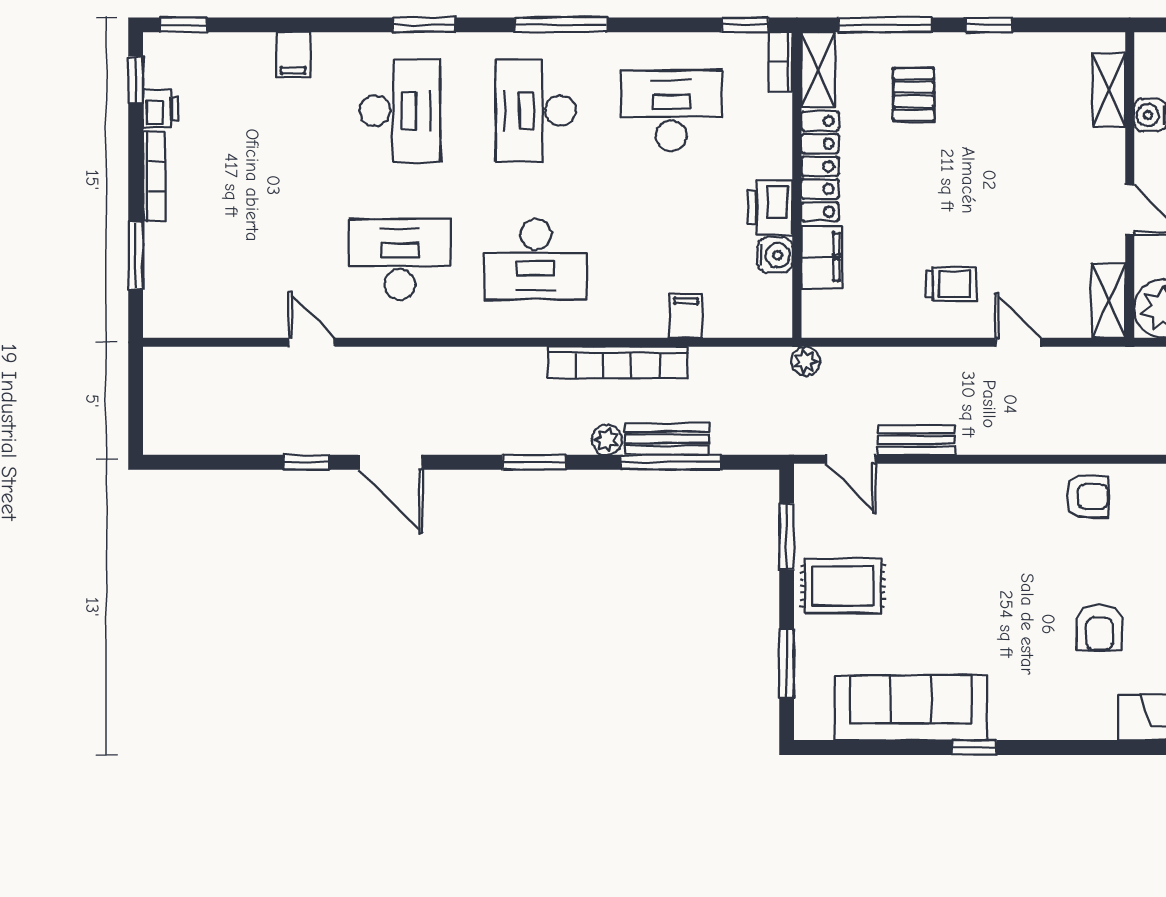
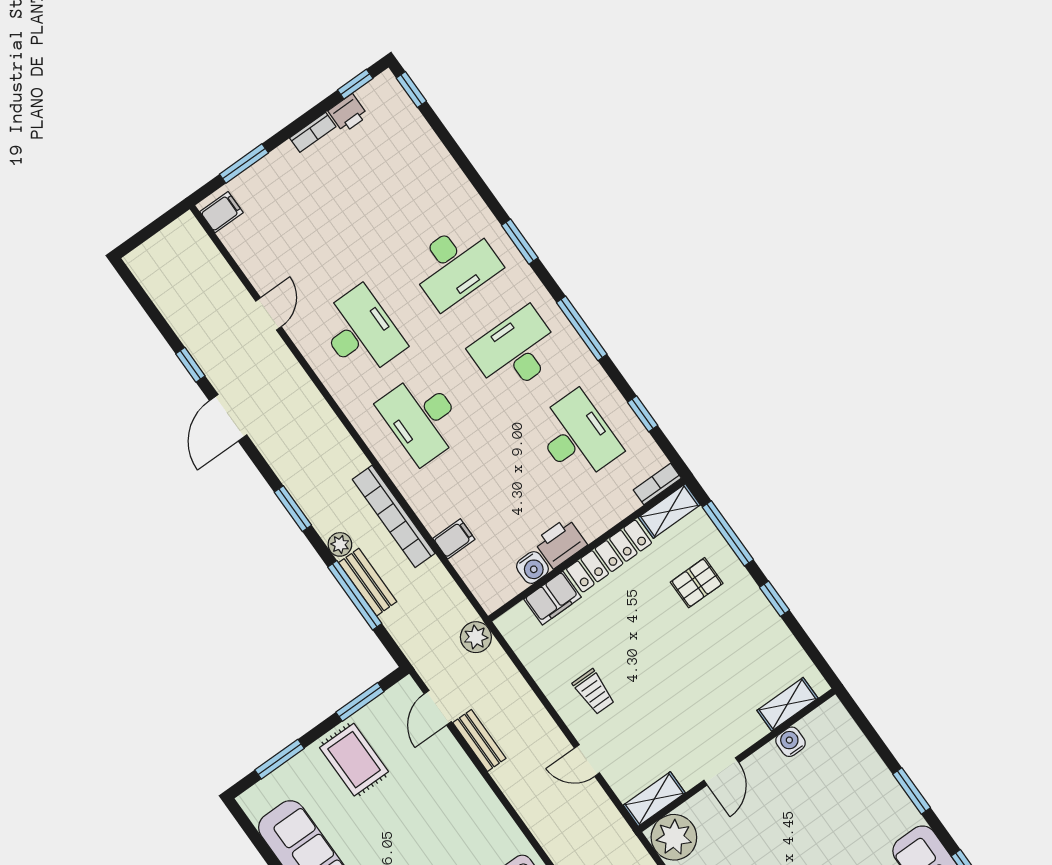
window: (745, 25) -> (643, 414), moved
filing cabinet: (293, 55) -> (222, 212), moved, turned 180
bookcase: (154, 176) -> (313, 132), width x0.64
door: (1018, 342) -> (587, 760), swing flipped
plant: (806, 361) -> (476, 637), width x1.38, depth x1.38

